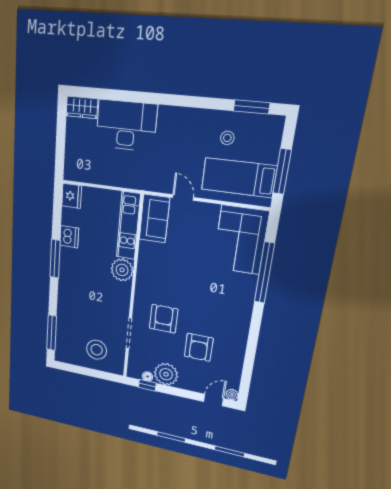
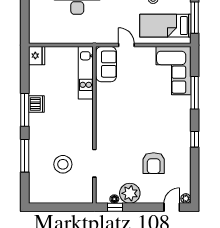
dishwasher: (69, 237) -> (36, 104), moved
plant: (122, 270) -> (84, 110), removed
window: (264, 273) -> (195, 93), width x0.68
armchair: (164, 319) -> (122, 144), removed
window: (254, 330) -> (195, 139), added
window: (52, 333) -> (25, 156), moved
stool: (97, 350) -> (63, 164), moved

